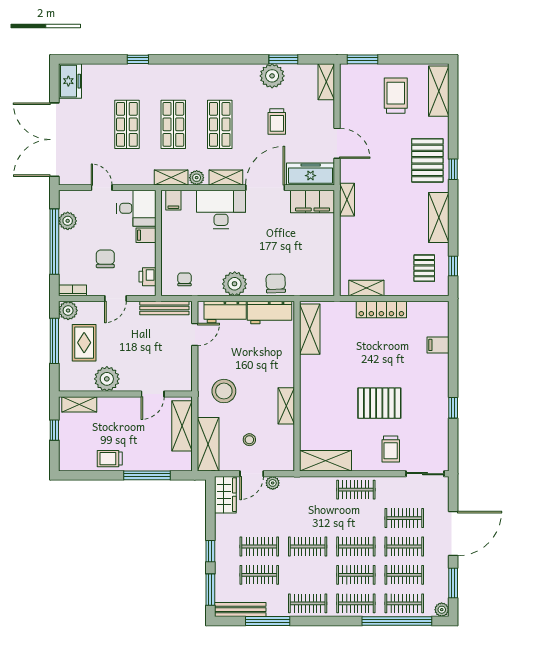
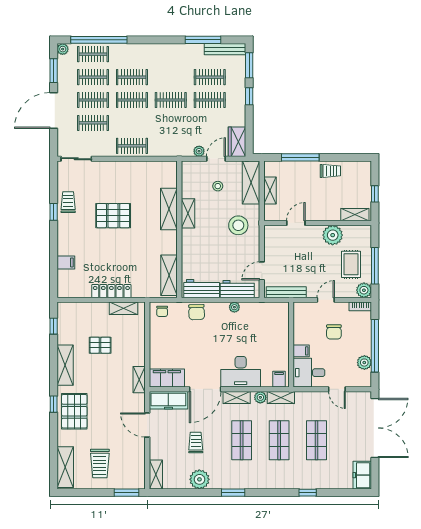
window: (283, 59) -> (233, 493), moved
pallet: (424, 268) -> (100, 345), moved, turned 90
printer: (147, 277) -> (300, 318), removed
chair: (184, 279) -> (162, 311), moved
plant: (235, 284) -> (234, 307), width x0.53, depth x0.53
shelving: (182, 426) -> (270, 190), width x0.67, depth x0.75
trolley: (391, 449) -> (68, 202), moved
shelving: (326, 461) -> (169, 209), moved, turned 90
clothes rail: (308, 603) -> (171, 54), removed
clothes rail: (356, 603) -> (132, 54), removed

